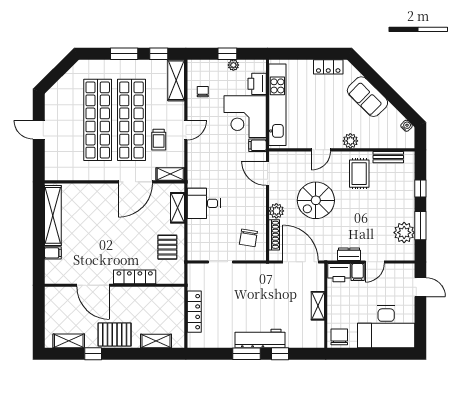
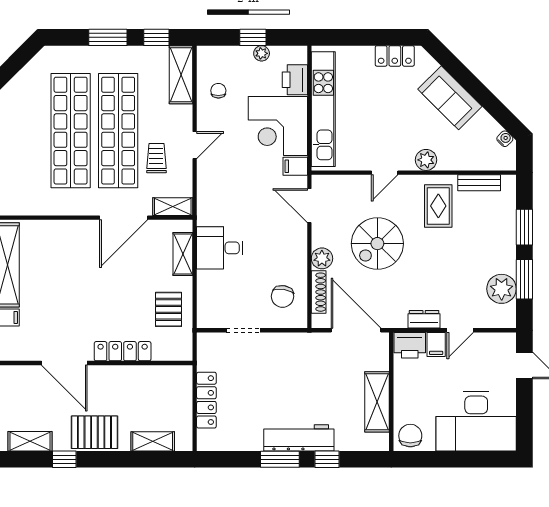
trolley: (159, 140) -> (156, 158), turned 180
window: (420, 189) -> (524, 227), width x1.50
shelving: (318, 306) -> (377, 402), width x1.50, depth x1.33

